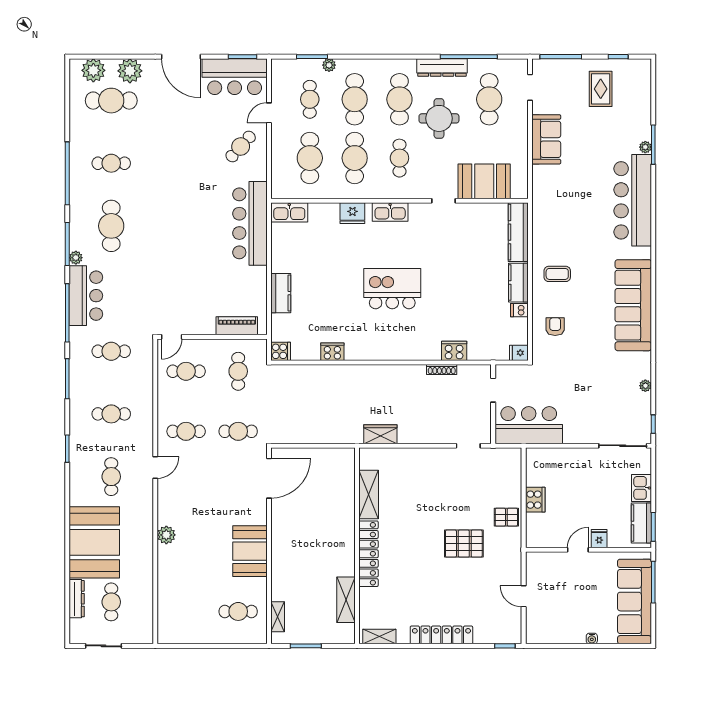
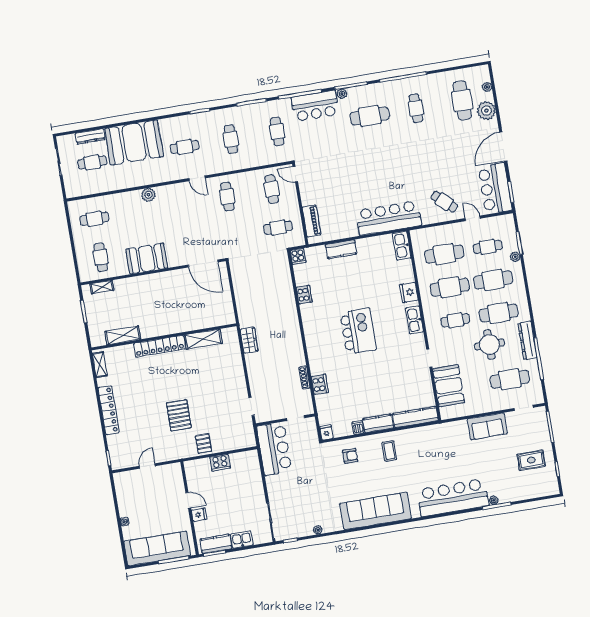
plant: (93, 70) -> (487, 87), width x0.53, depth x0.53
cafe table: (238, 431) -> (94, 219), moved, turned 90

